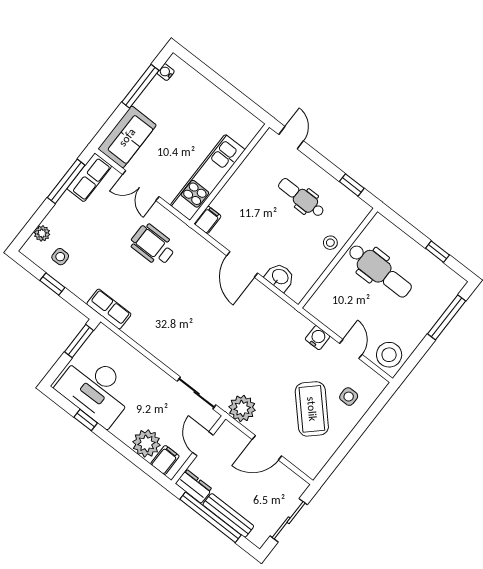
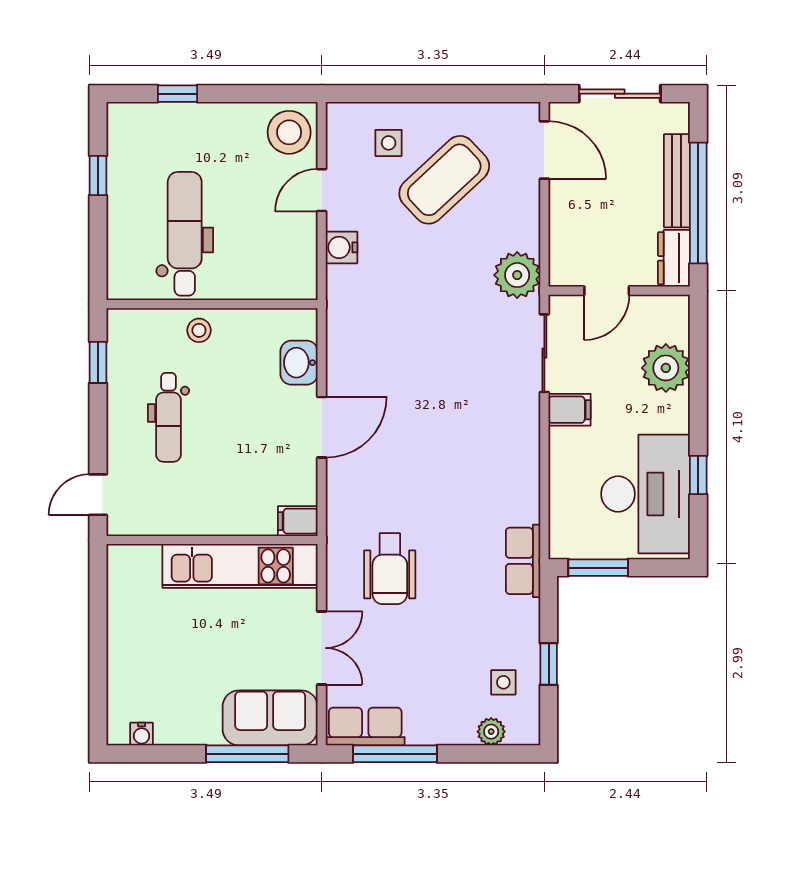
window: (140, 86) -> (247, 754), moved
window: (447, 317) -> (178, 94), width x0.46
door: (267, 448) -> (544, 150), moved
filing cabinet: (165, 460) -> (570, 410), moved, turned 180

